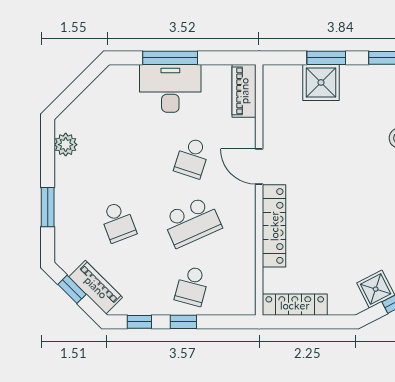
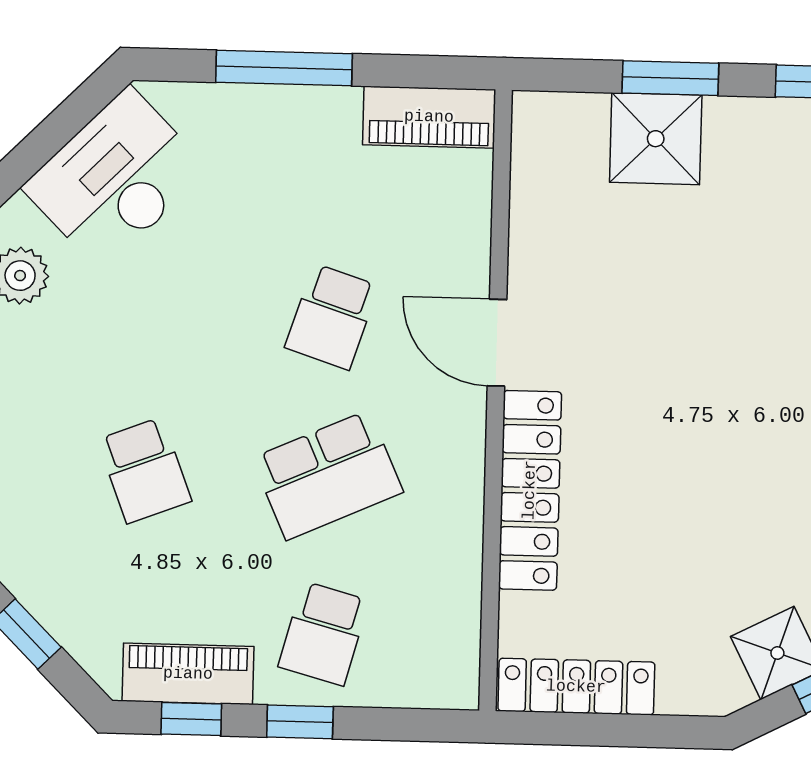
desk: (170, 88) -> (116, 179), moved, turned -45
piano: (244, 91) -> (429, 117), moved, turned -90
piano: (96, 287) -> (188, 674), moved, turned -45

